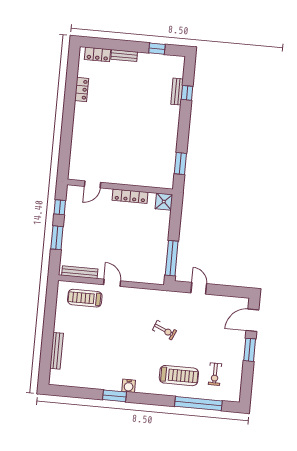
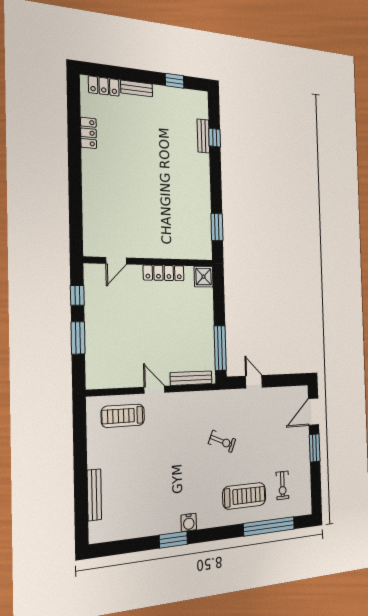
bench: (80, 272) -> (191, 378), moved

